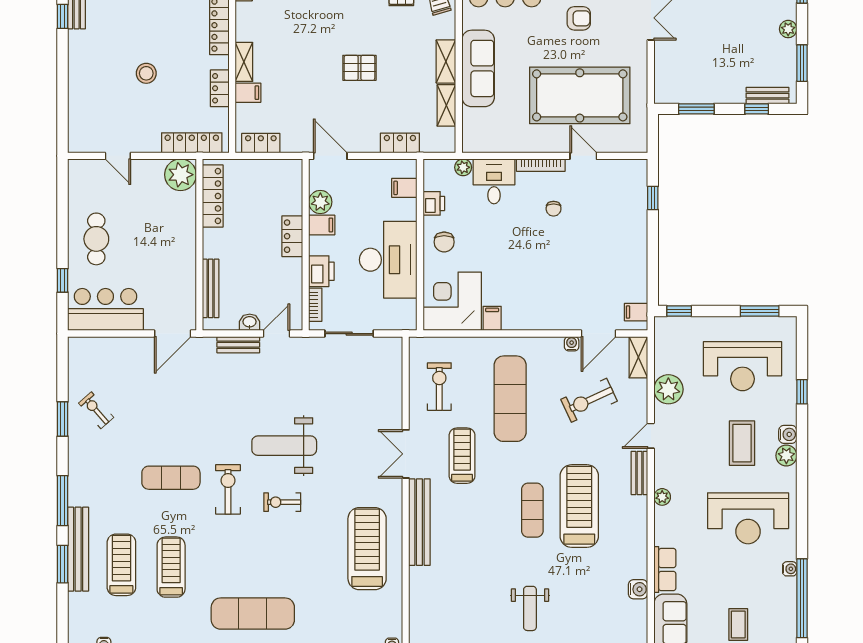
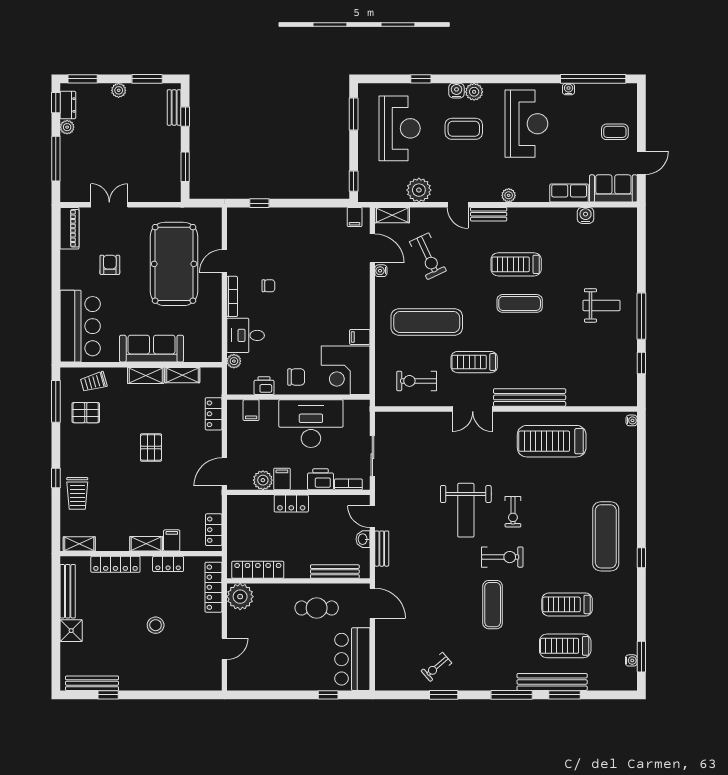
cafe table: (96, 239) -> (317, 608), moved
exercise bike: (228, 489) -> (502, 557), turned 180
treadmill: (579, 506) -> (516, 264), width x0.73, depth x0.73

